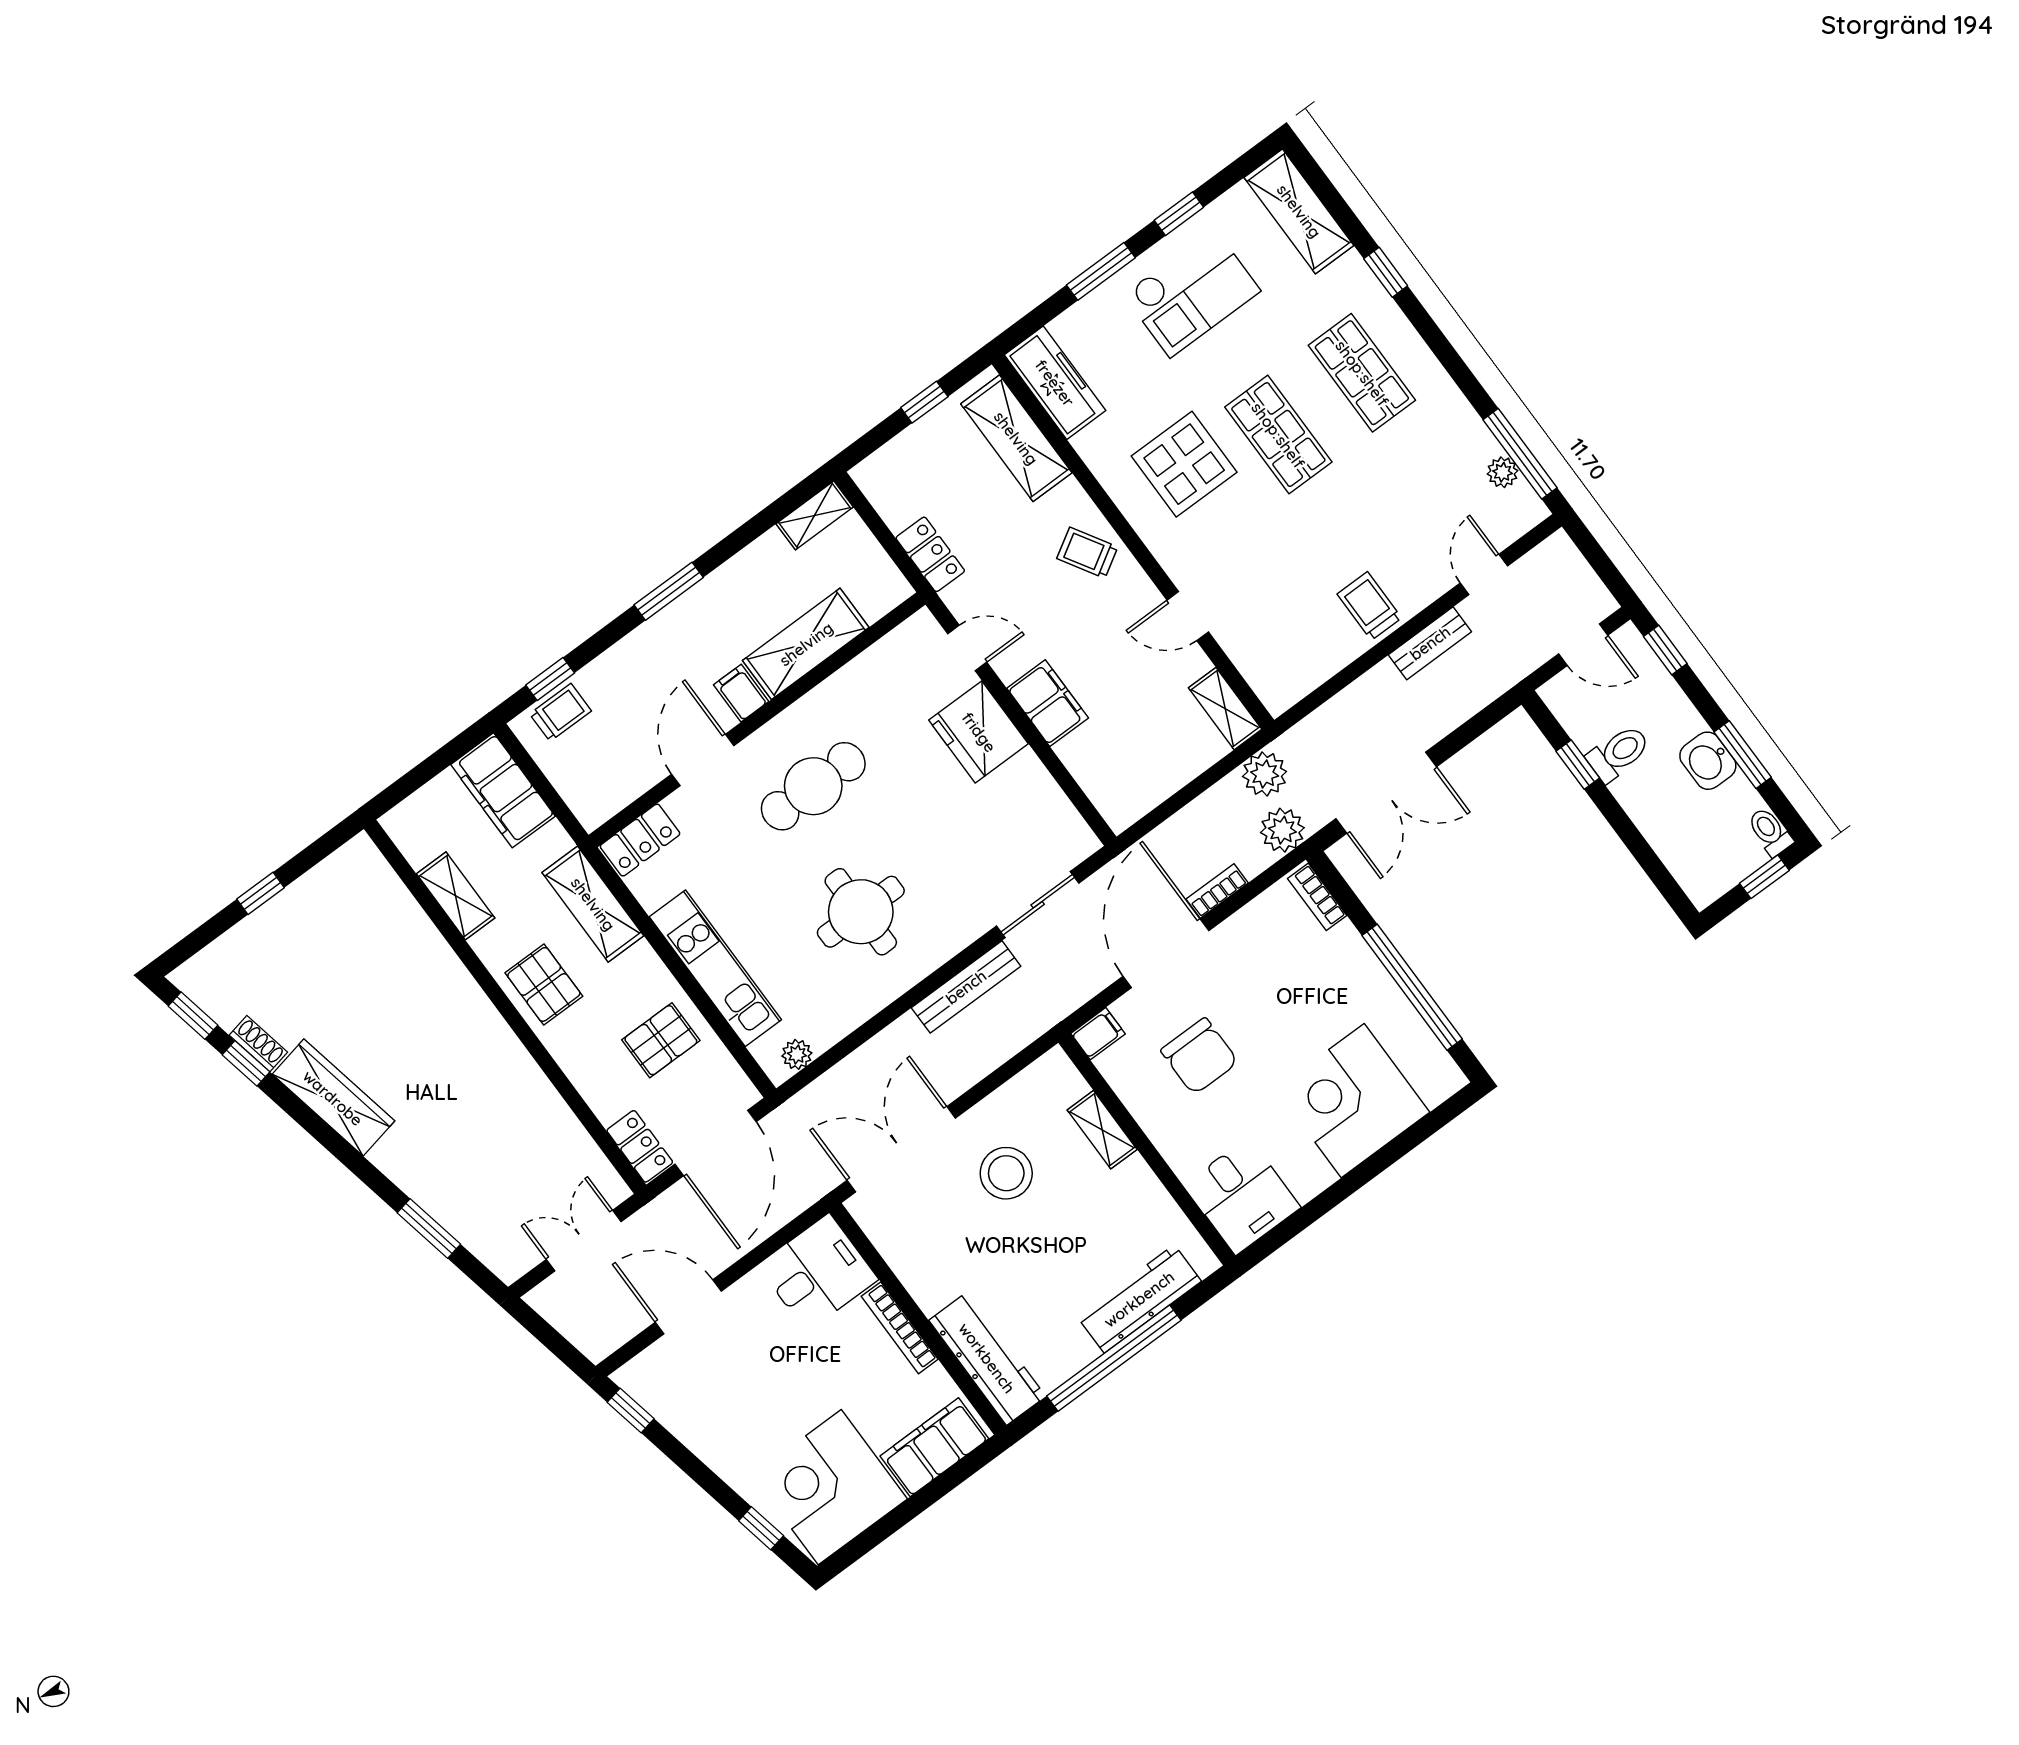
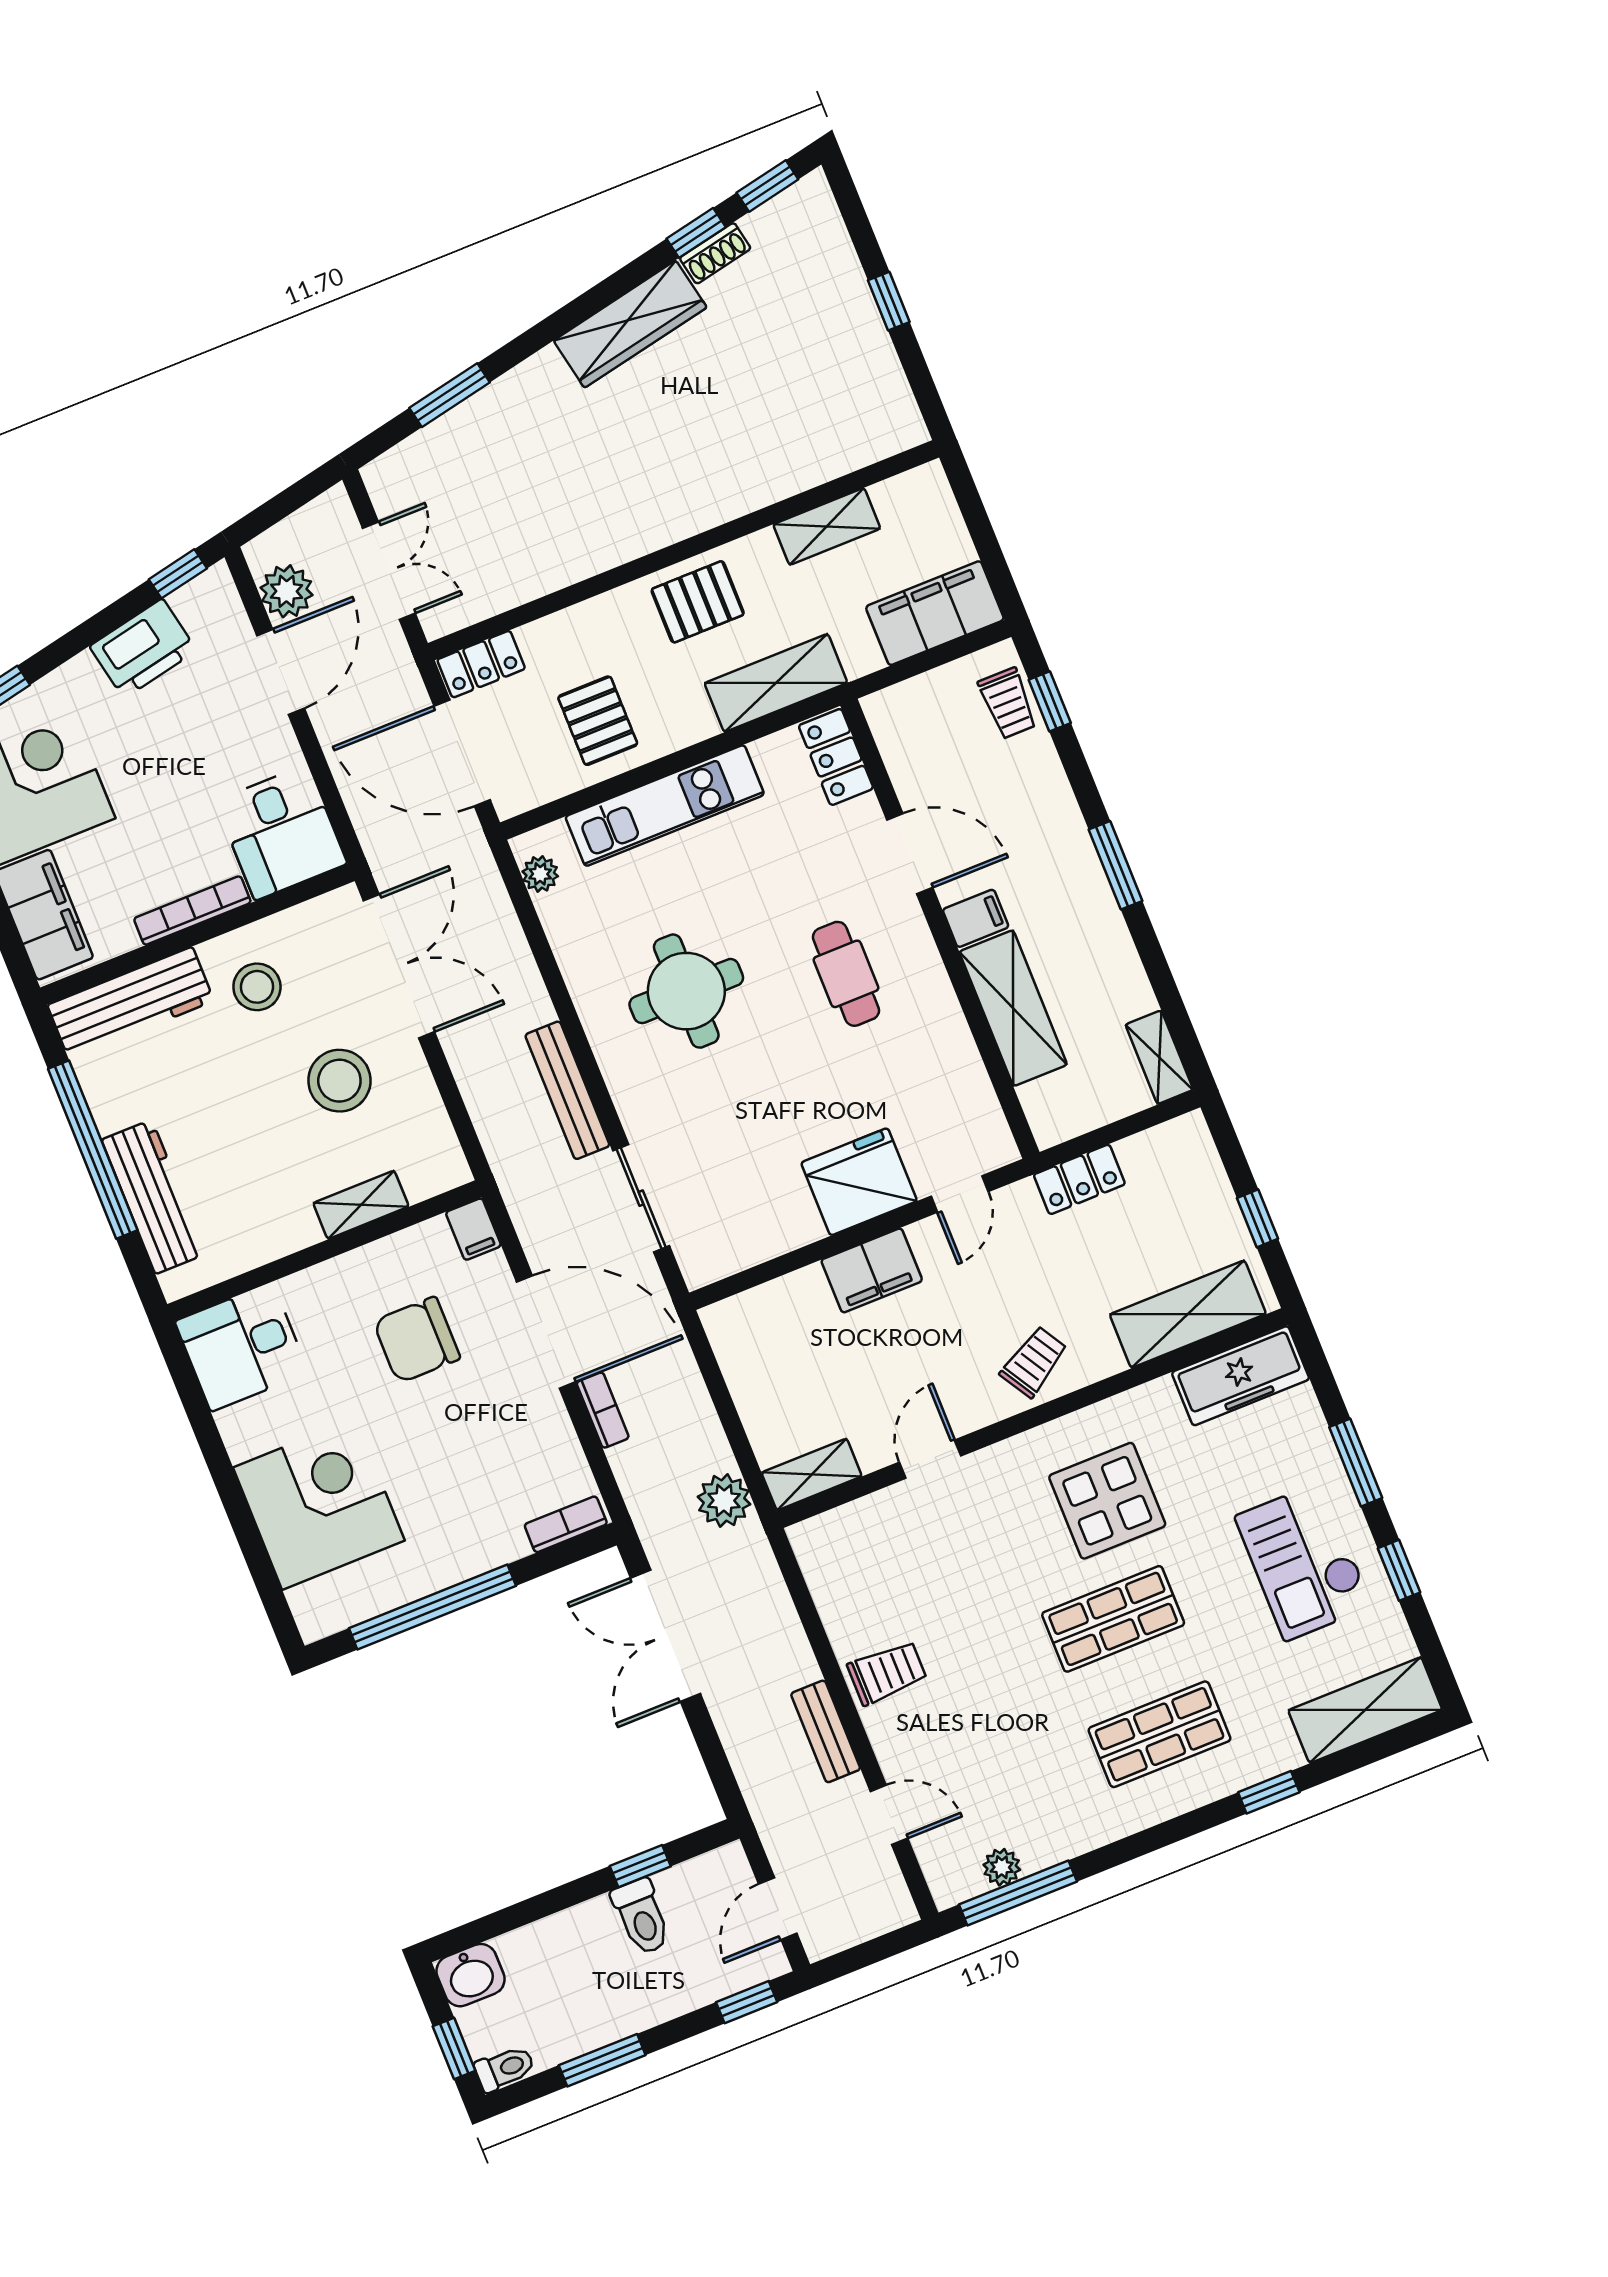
washbasin: (1708, 761) -> (471, 1975), moved, turned 180
cafe table: (813, 786) -> (846, 974), width x0.73, depth x0.74
plant: (1282, 830) -> (287, 591), moved
stool: (948, 1260) -> (257, 987), added
printer: (698, 1423) -> (143, 648), added

